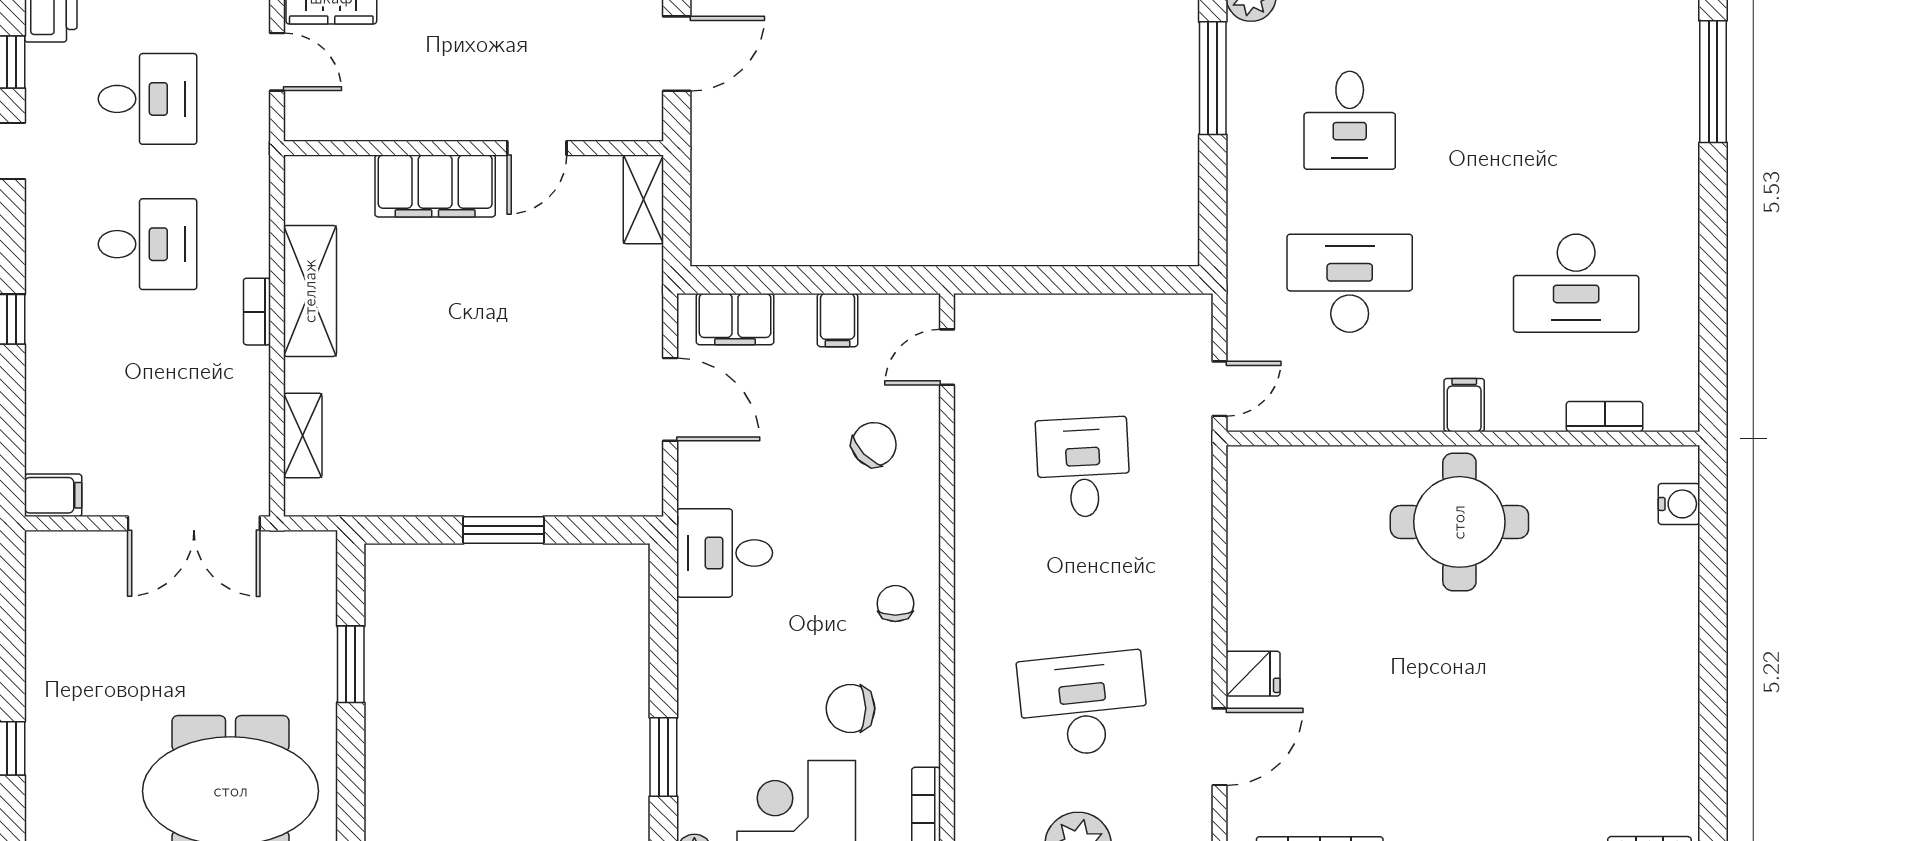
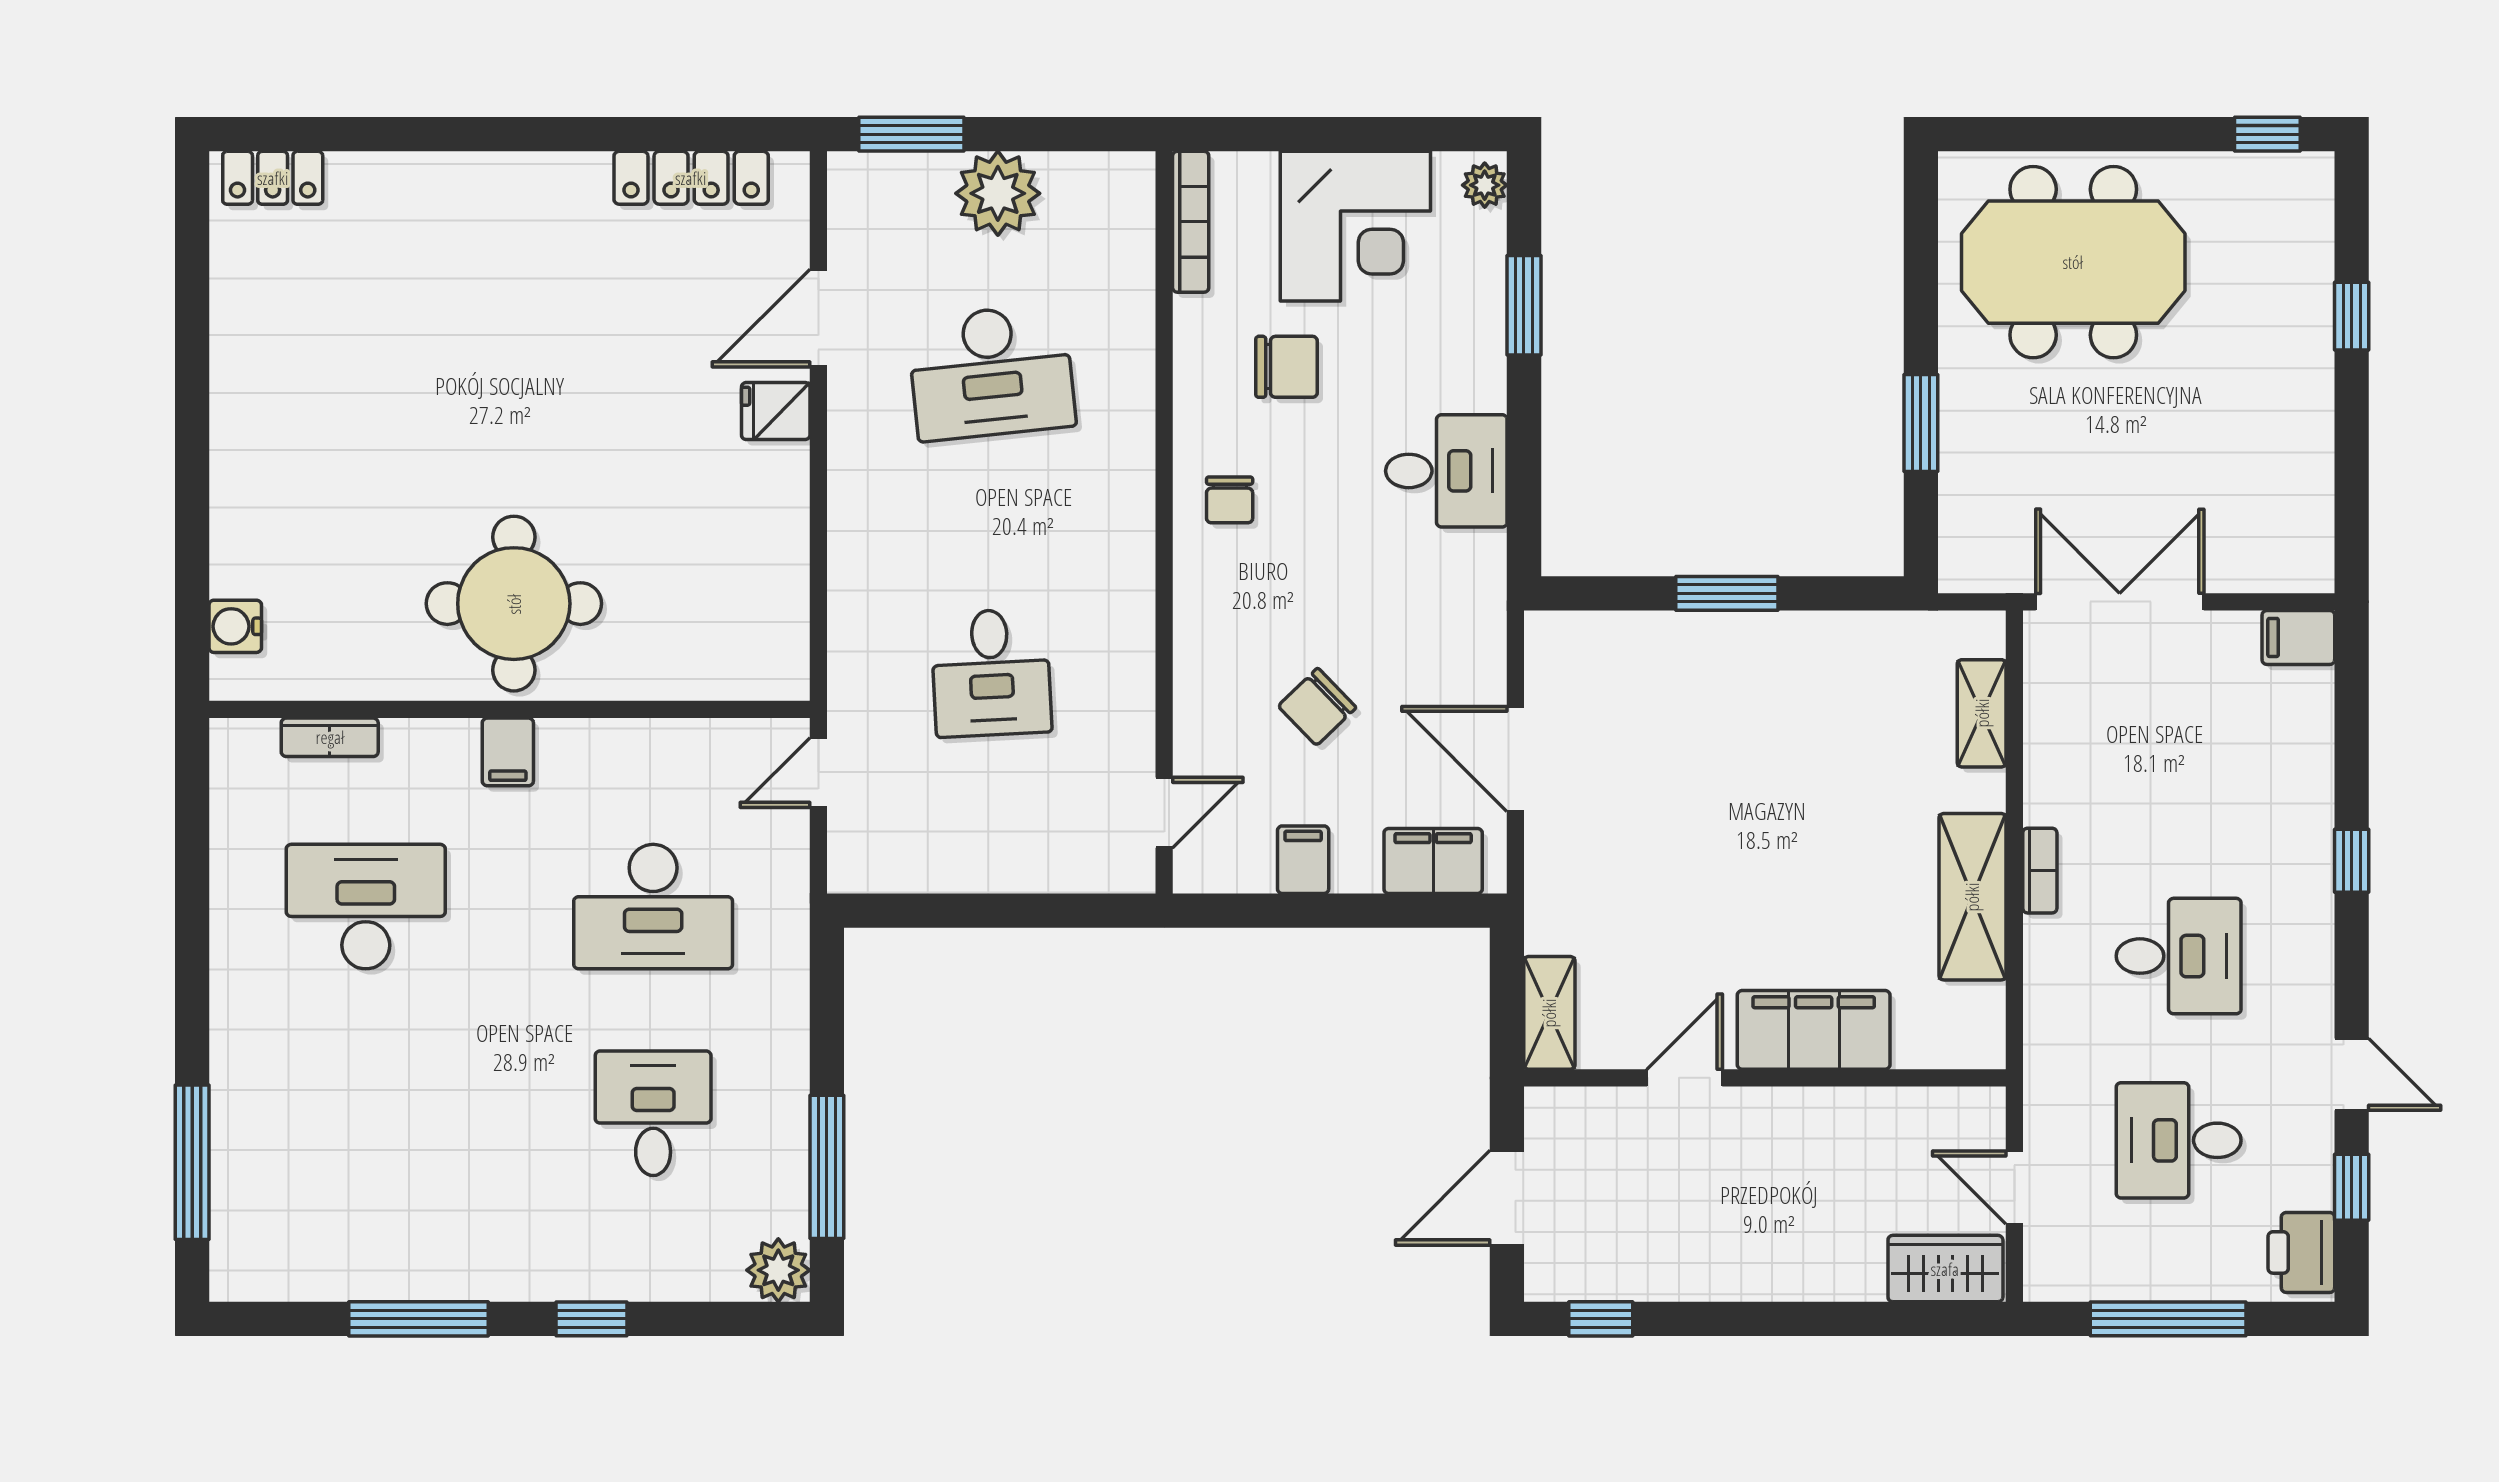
desk: (147, 244) -> (2179, 956), turned 180
chair: (874, 444) -> (1317, 707), moved
desk: (725, 553) -> (1446, 471), moved

